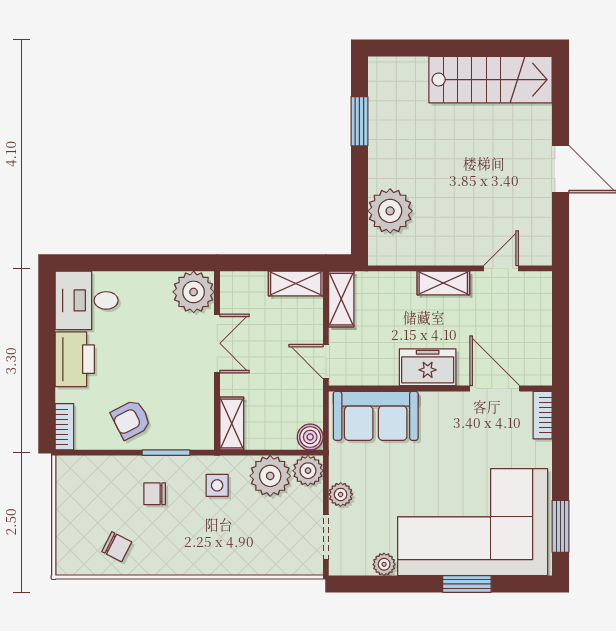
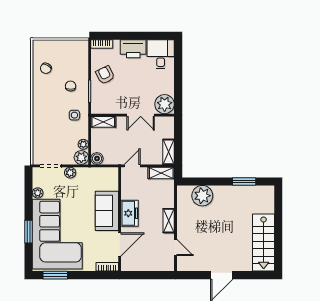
sofa: (376, 416) -> (107, 211), moved
plant: (270, 476) -> (83, 144), width x0.53, depth x0.53

